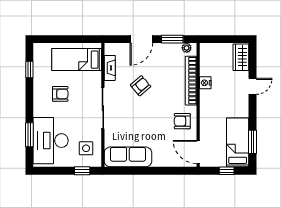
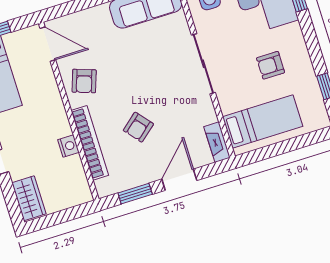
plant: (187, 48) -> (111, 188), removed
fireplace: (110, 68) -> (217, 142), moved
armchair: (141, 86) -> (138, 127), moved
armchair: (182, 121) -> (84, 81), turned 109

